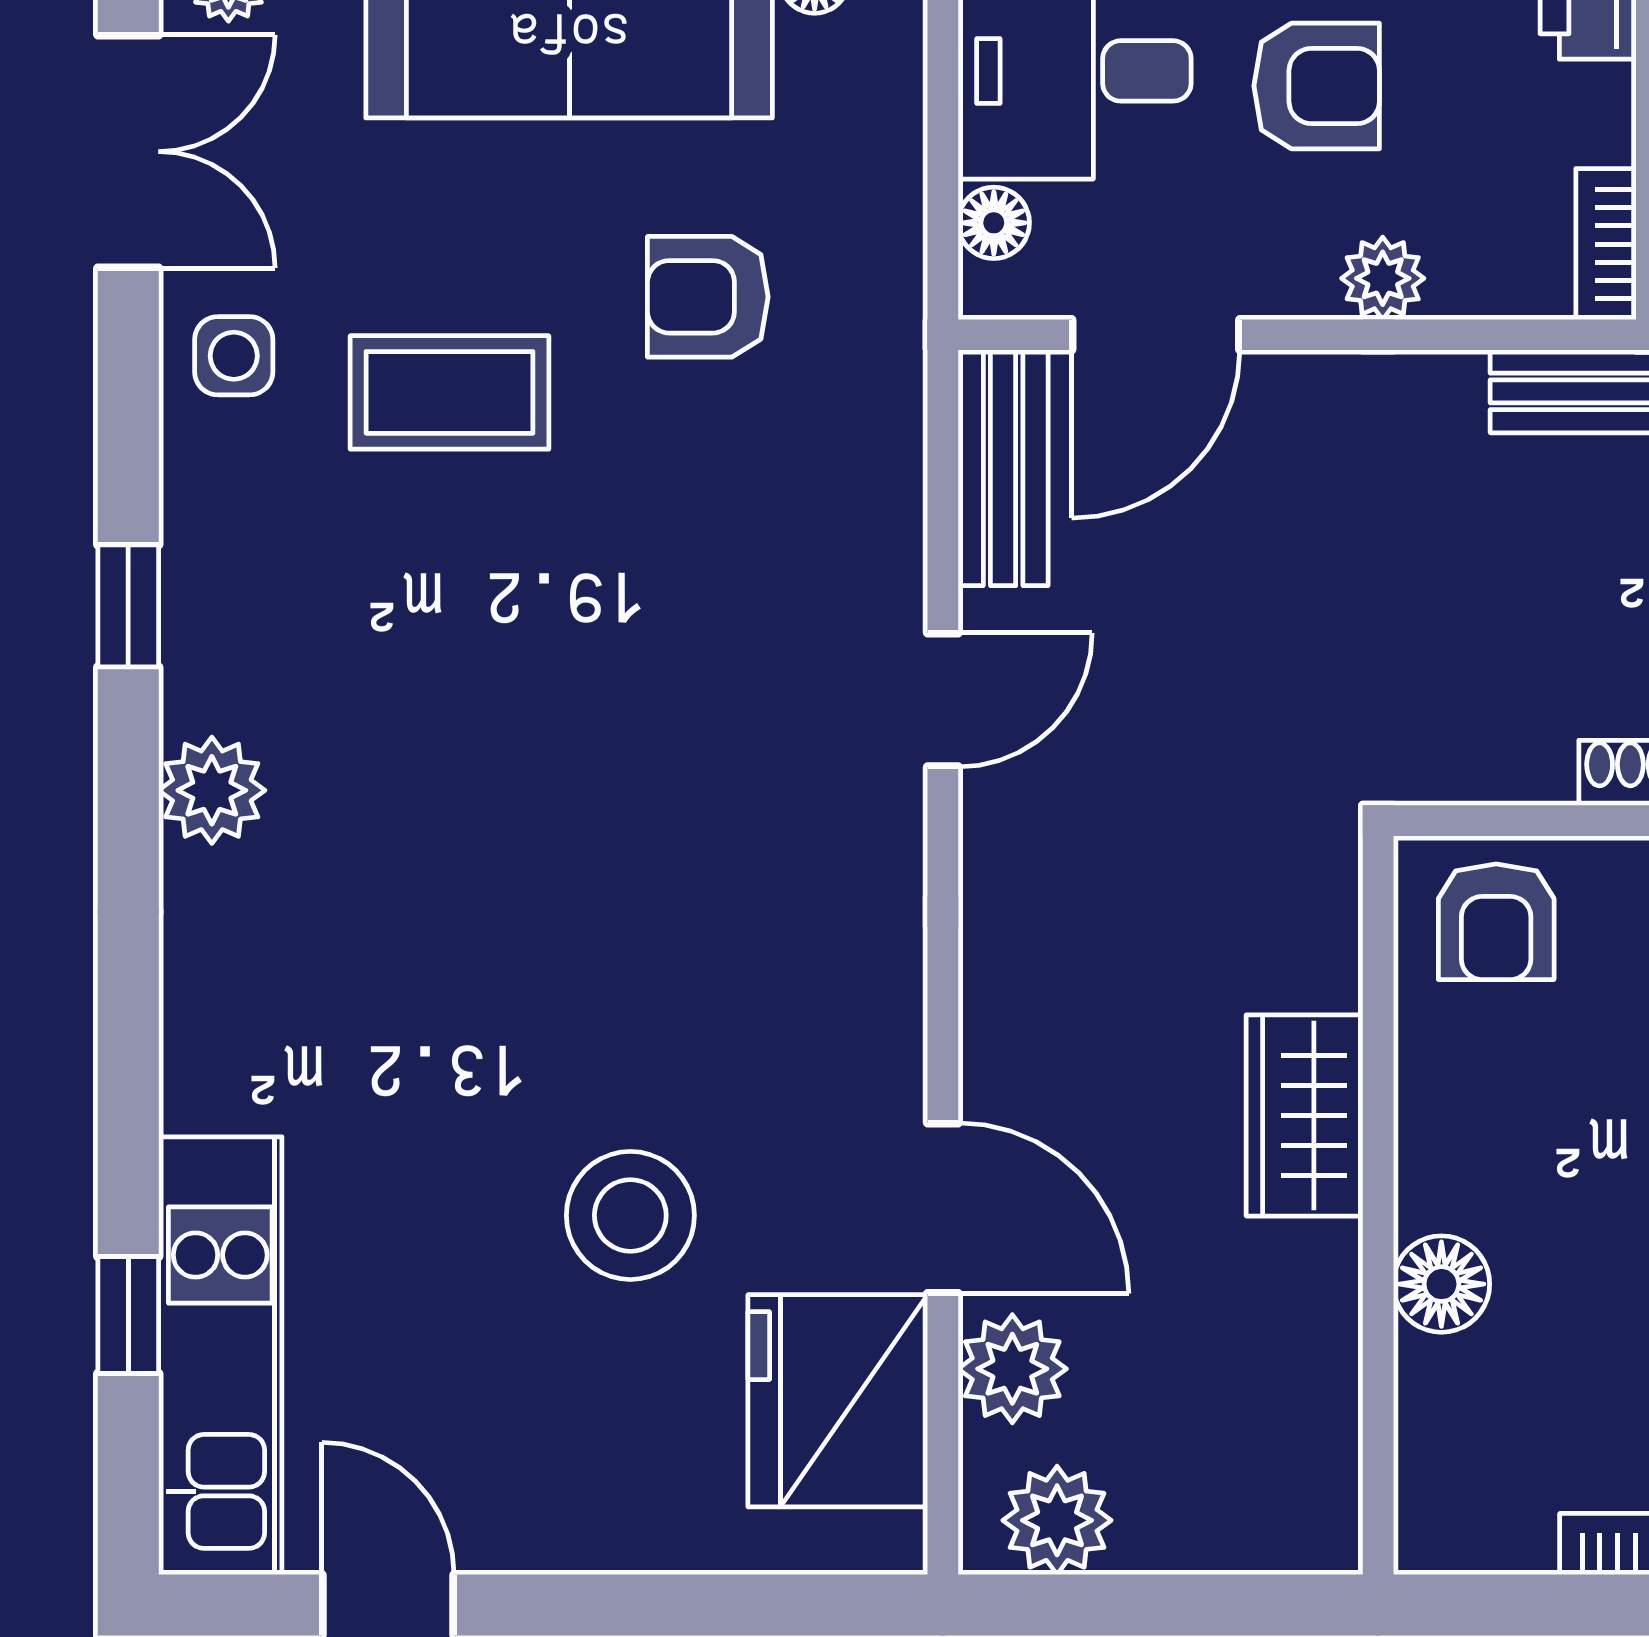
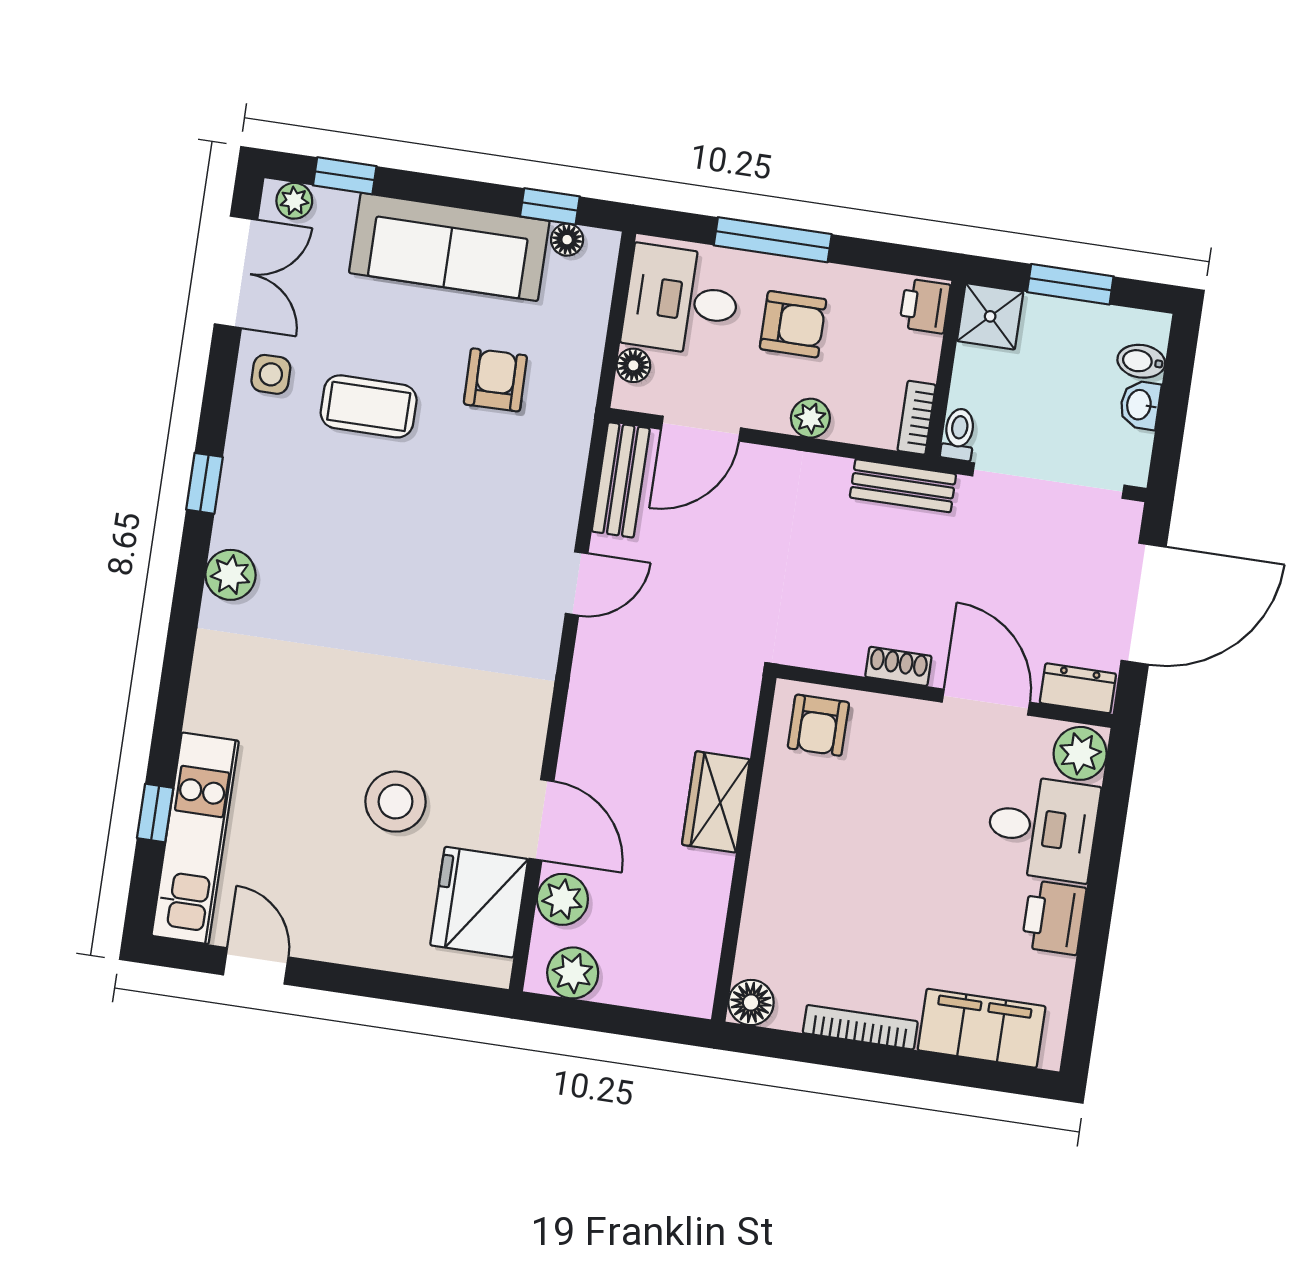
armchair: (708, 297) -> (495, 380), turned 89
floor lamp: (1441, 1284) -> (751, 1002), moved

